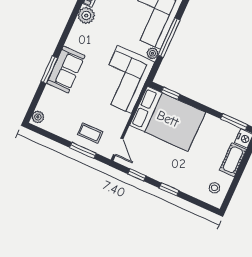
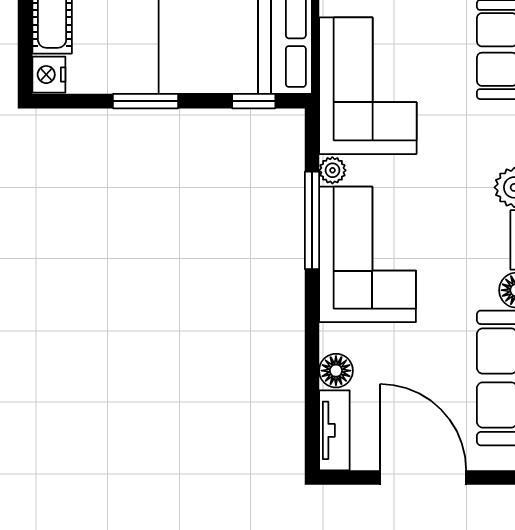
window: (234, 122) -> (146, 101), moved

